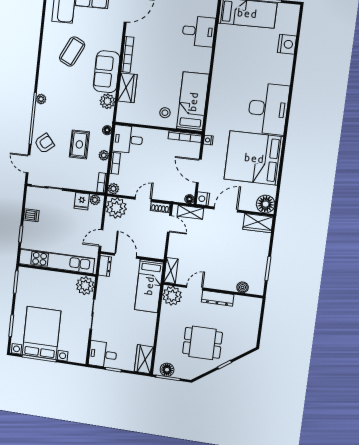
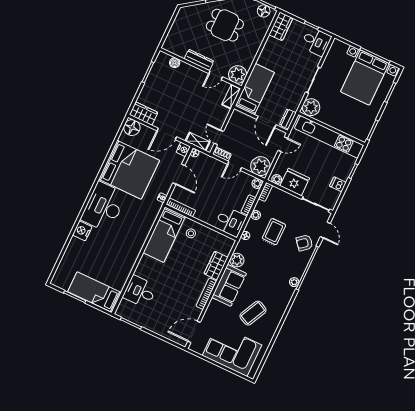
nightstand: (287, 44) -> (82, 231), moved
fridge: (82, 201) -> (295, 182), width x1.88, depth x1.34

